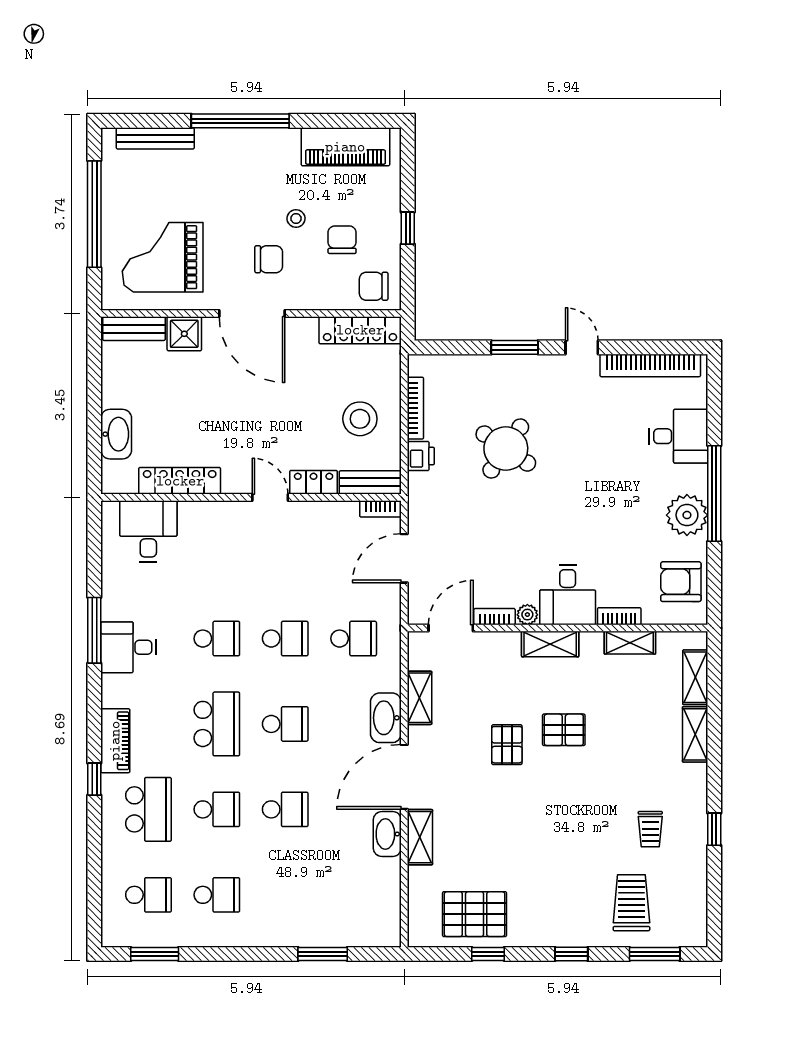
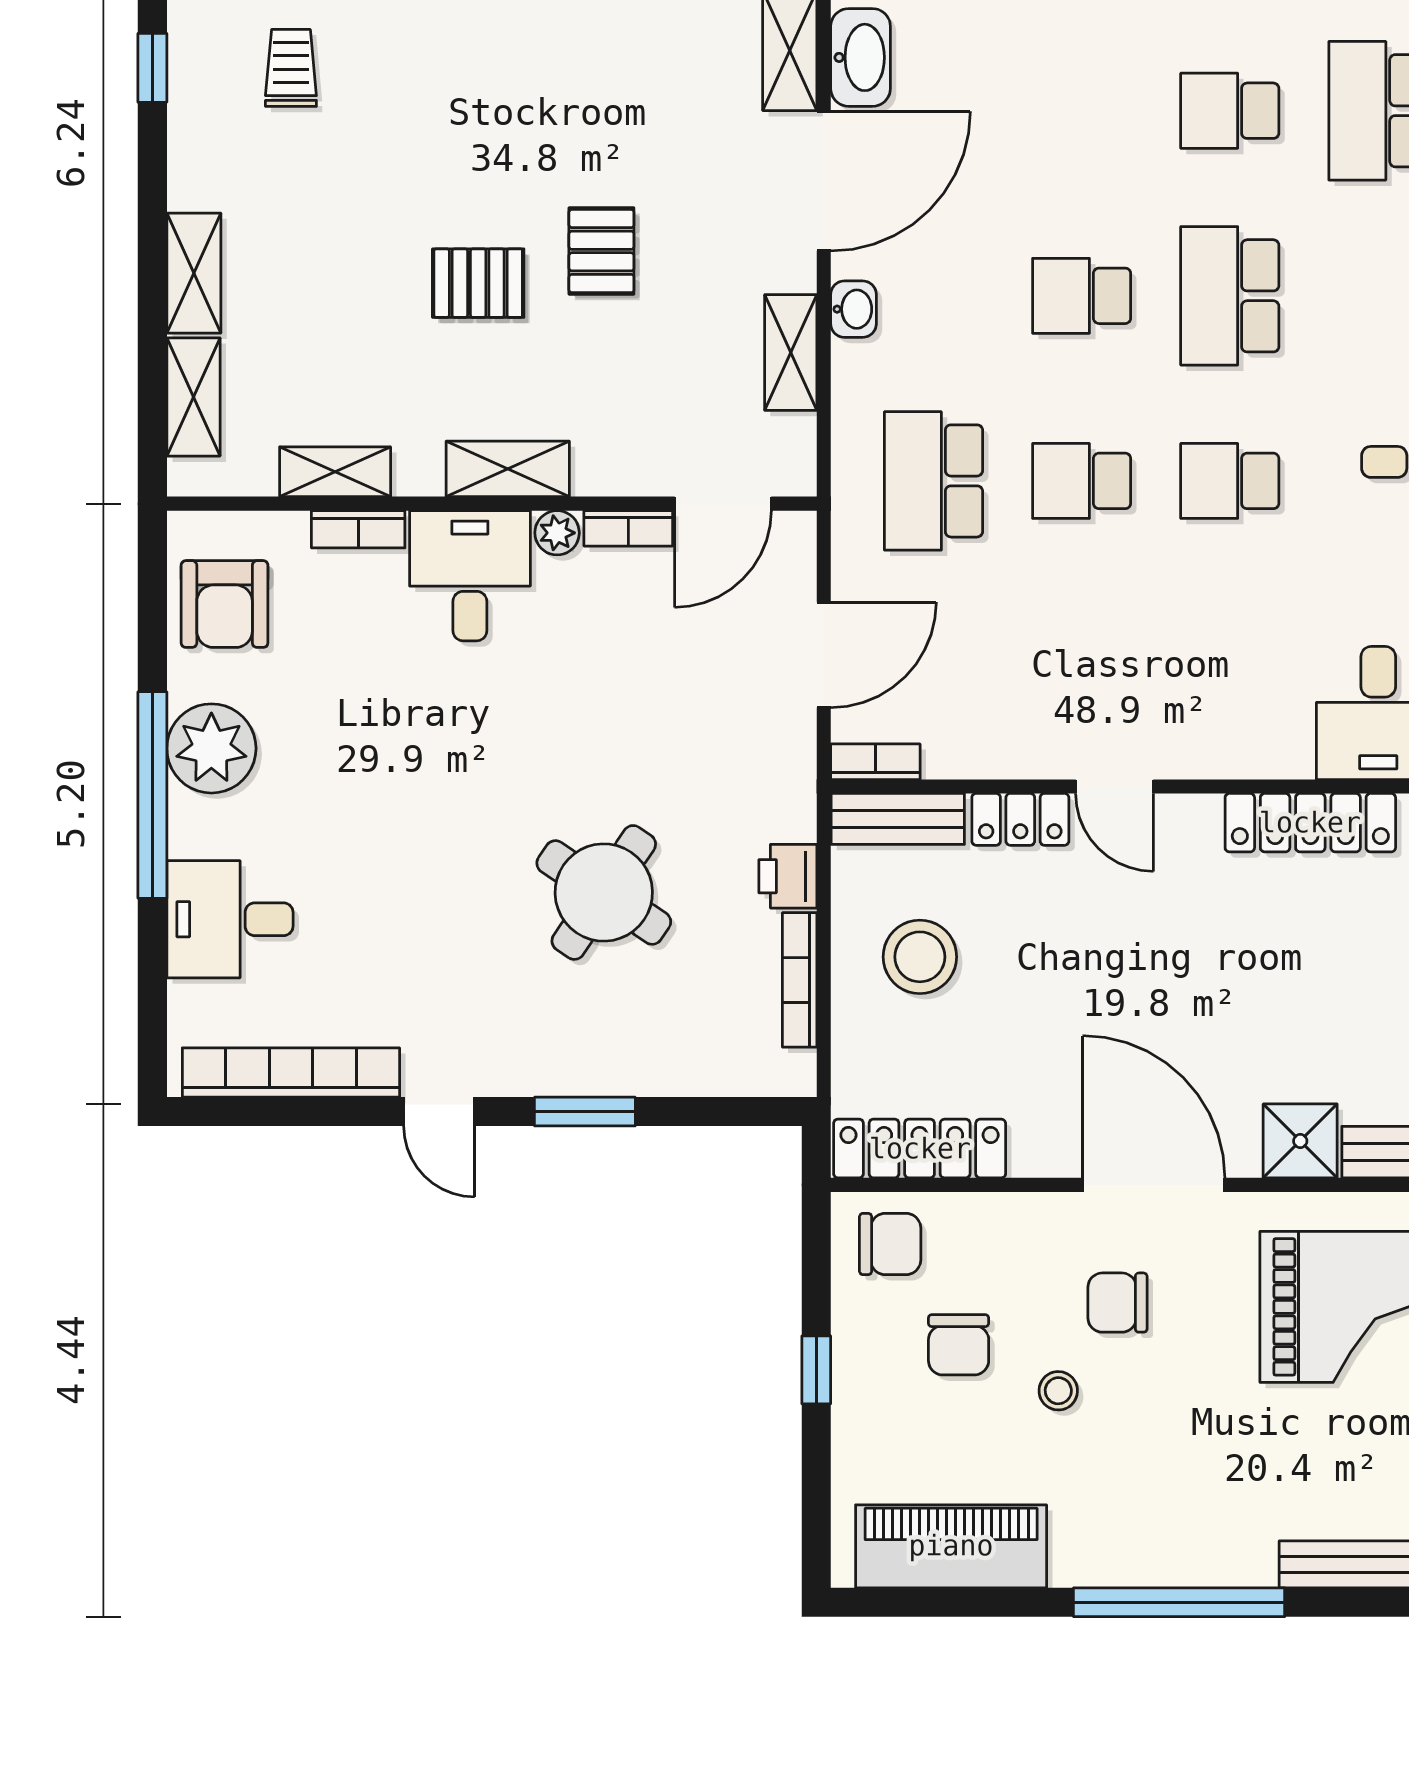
armchair: (681, 582) -> (225, 604), turned 90
school desk: (354, 639) -> (934, 481), width x1.85
washbasin: (386, 718) -> (853, 309), width x0.52, depth x0.69
school desk: (285, 809) -> (1082, 111), removed

